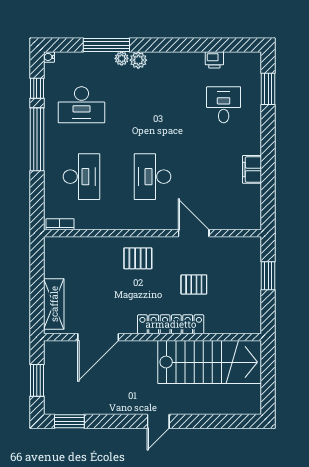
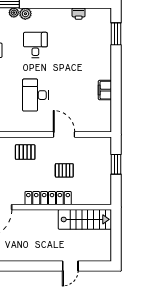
desk: (224, 105) -> (35, 45), moved
stairs: (210, 362) -> (85, 219), width x0.73, depth x0.66
door: (158, 421) -> (70, 266), moved

